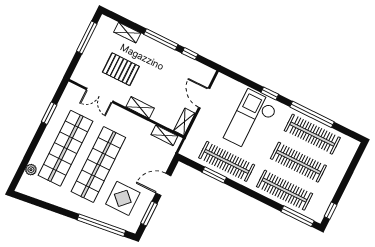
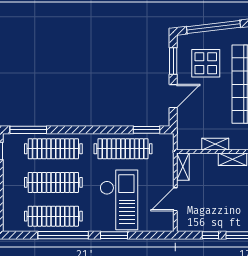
window: (270, 93) -> (114, 235), width x1.50
door: (204, 98) -> (175, 199), swing flipped
shelving: (164, 135) -> (215, 144), moved
window: (214, 175) -> (146, 130), moved

